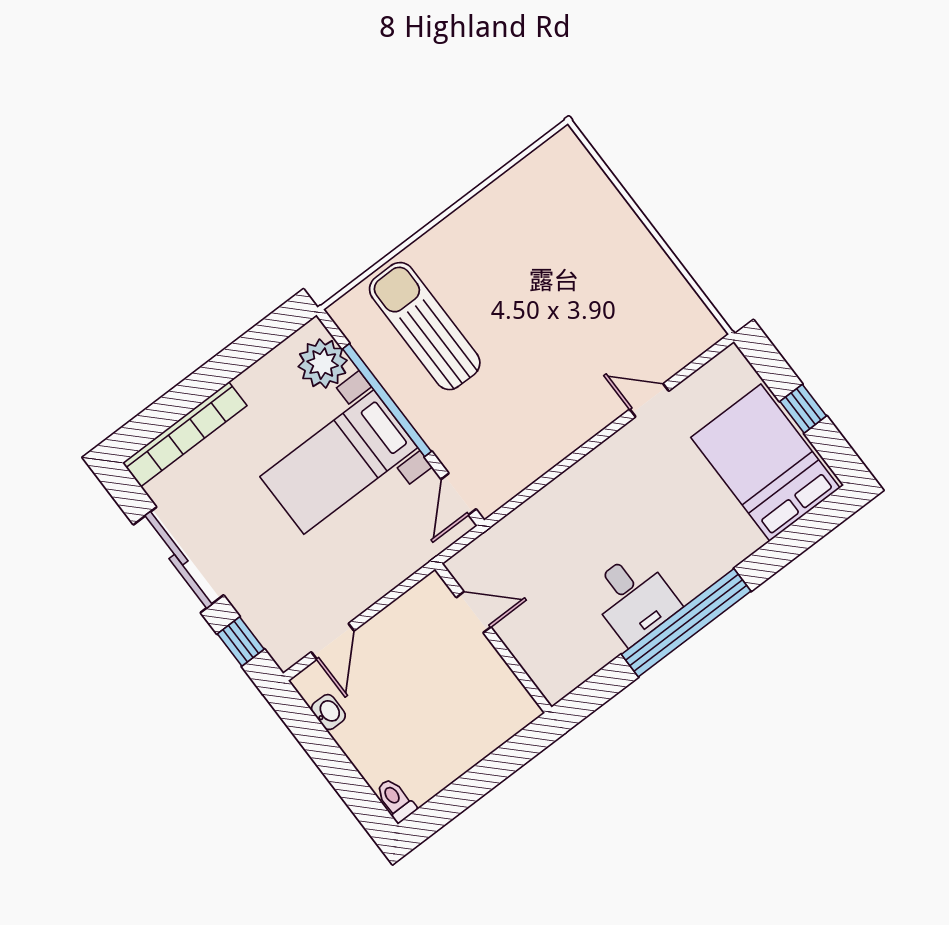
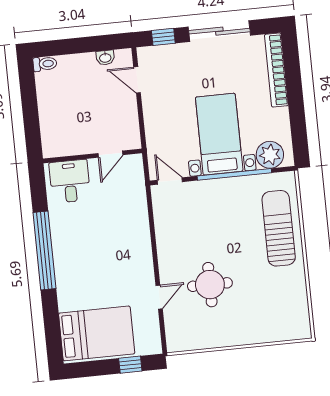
sun lounger: (425, 326) -> (279, 228), moved, turned -90
round table: (582, 333) -> (210, 285), added
window: (803, 409) -> (130, 365), moved
desk: (633, 598) -> (70, 181), moved, turned 90

